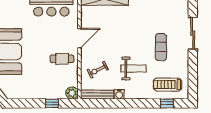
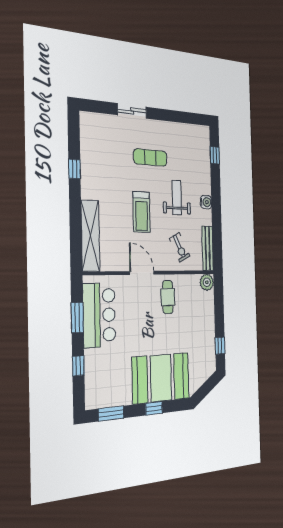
sliding door: (193, 33) -> (132, 111), width x0.73
treadmill: (168, 85) -> (141, 212), moved
water cooler: (119, 94) -> (206, 202), moved
window: (52, 103) -> (220, 346), moved

